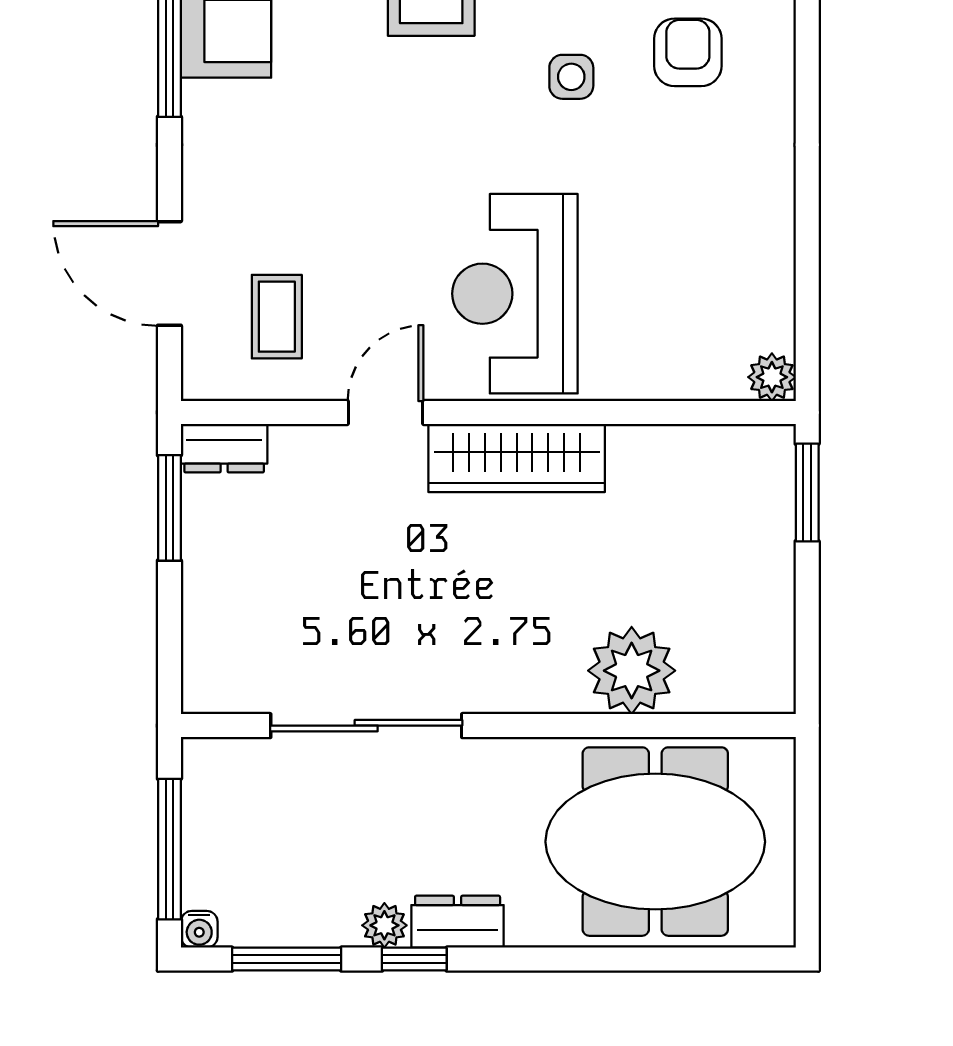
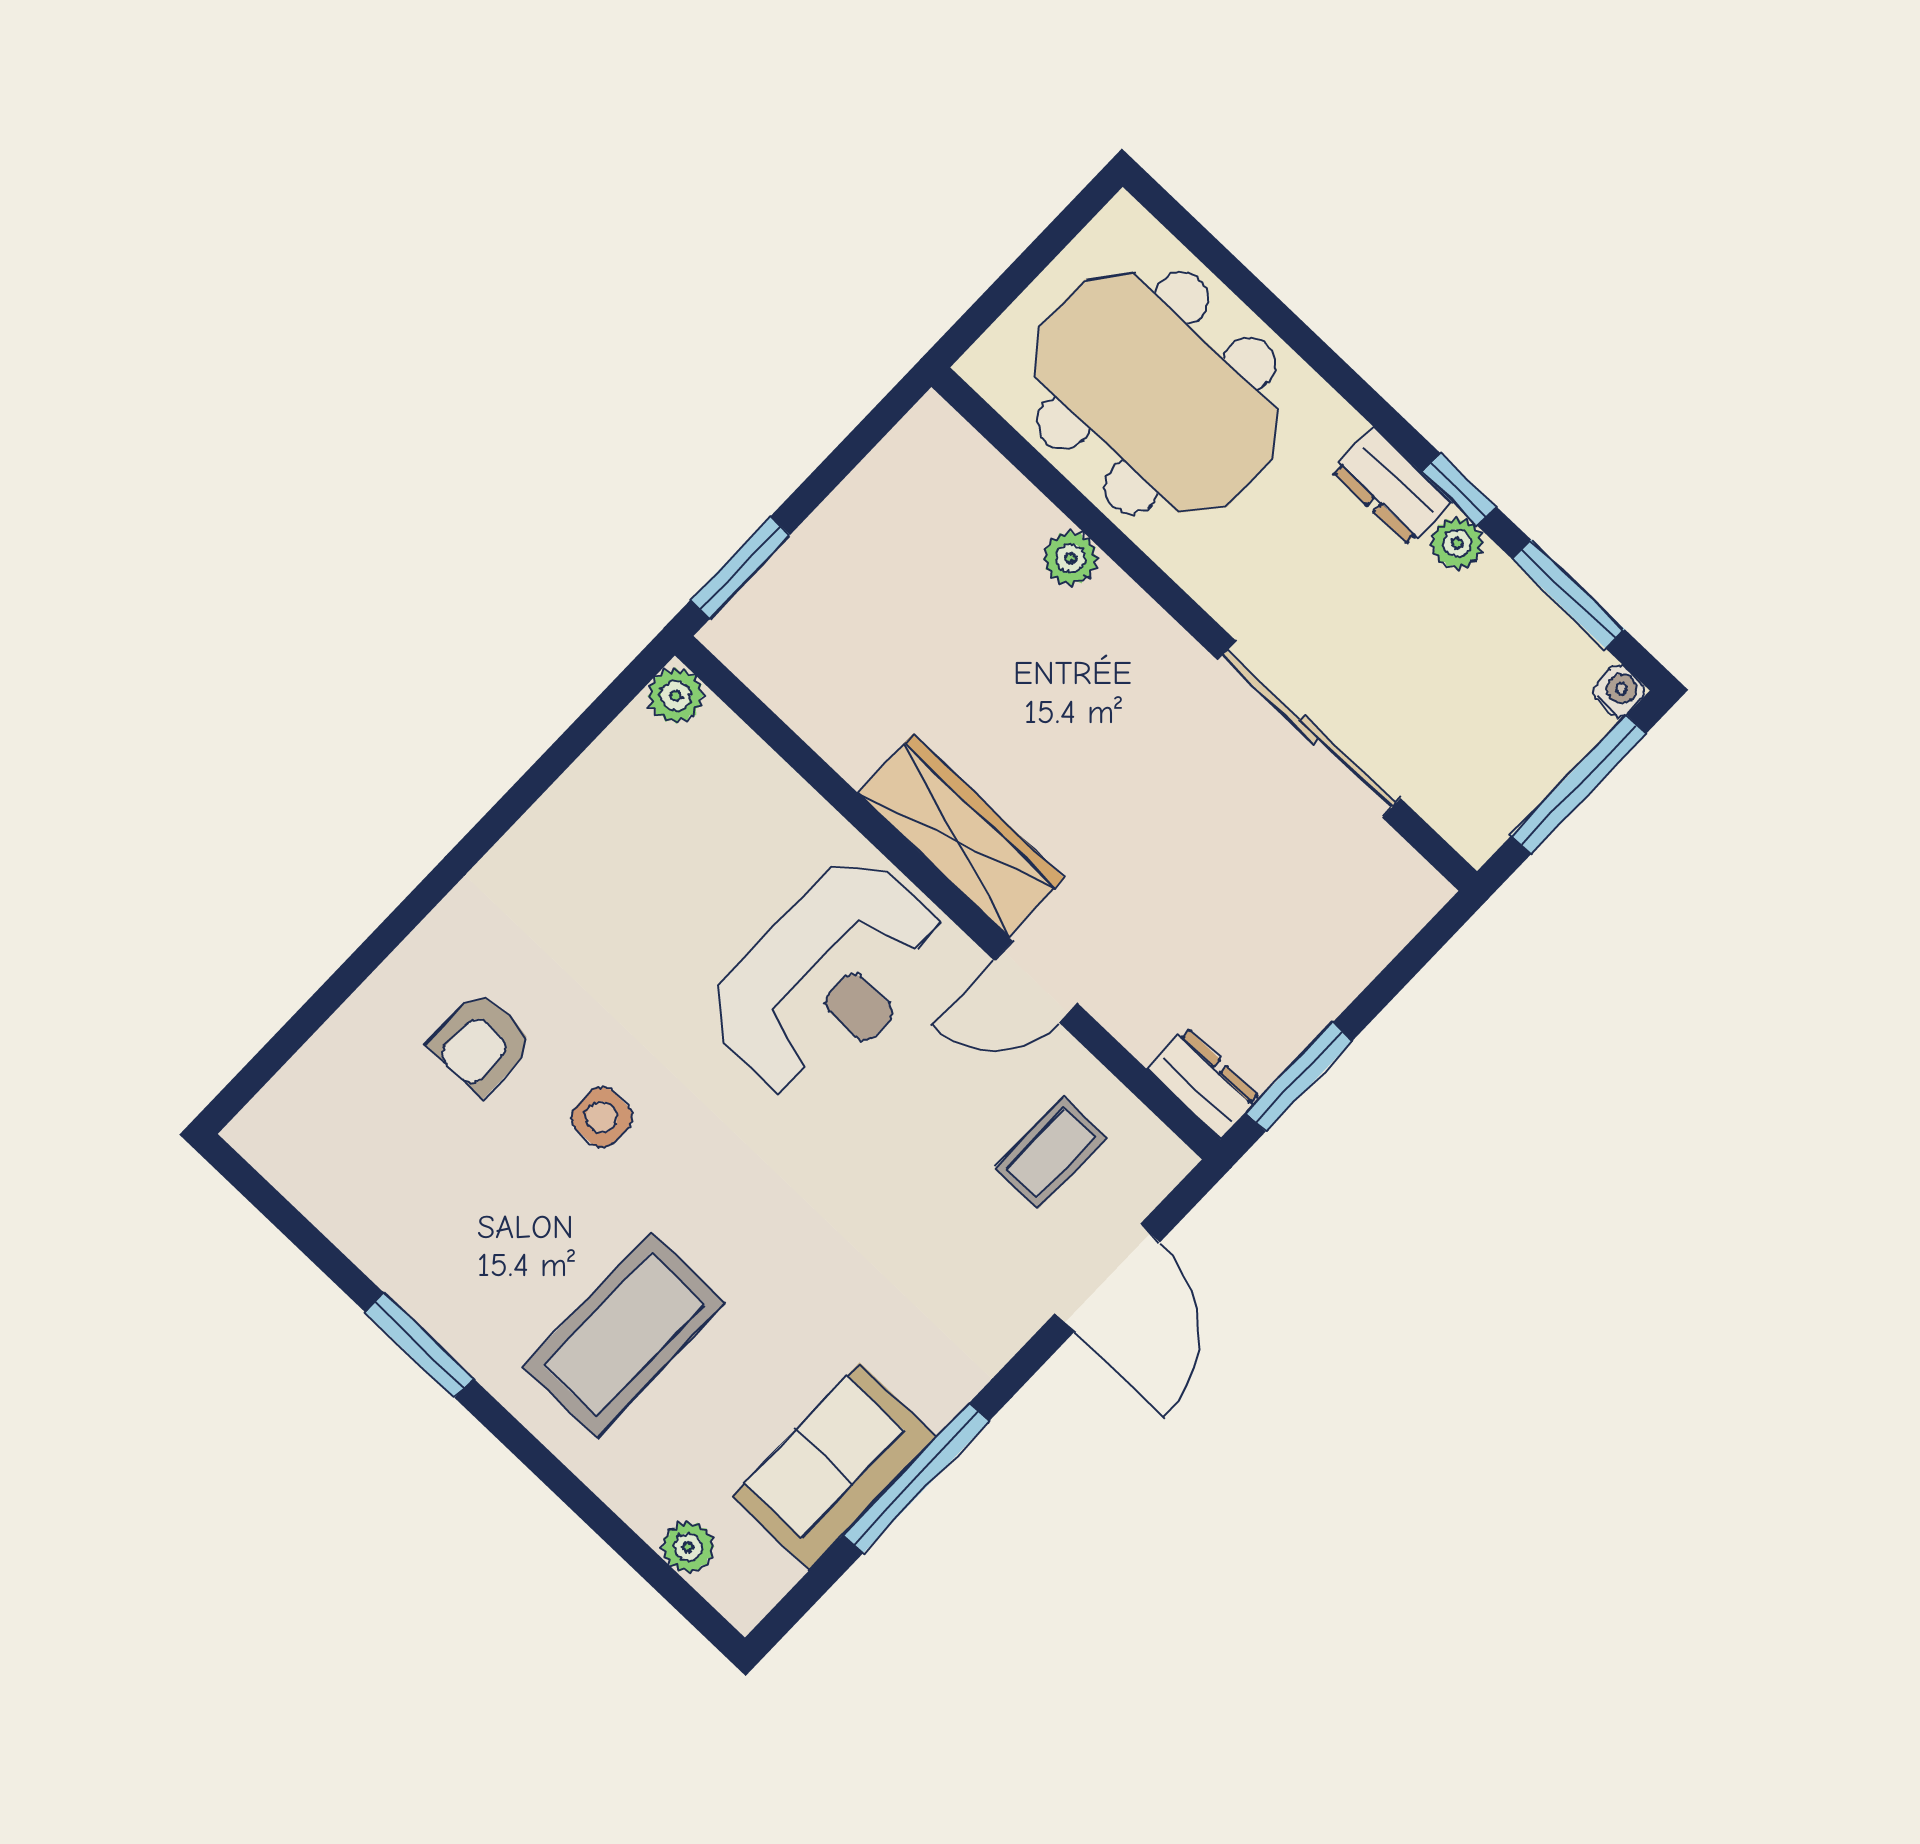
plant: (632, 671) -> (1071, 558), width x0.53, depth x0.53

